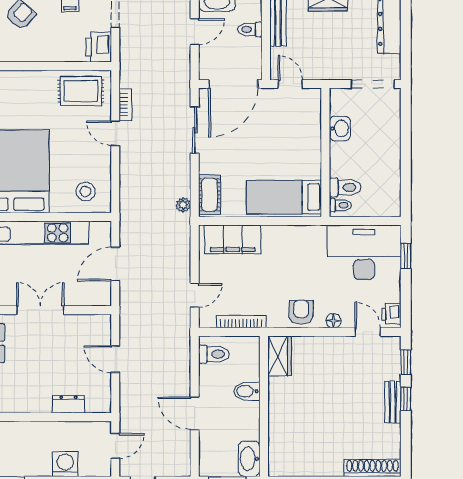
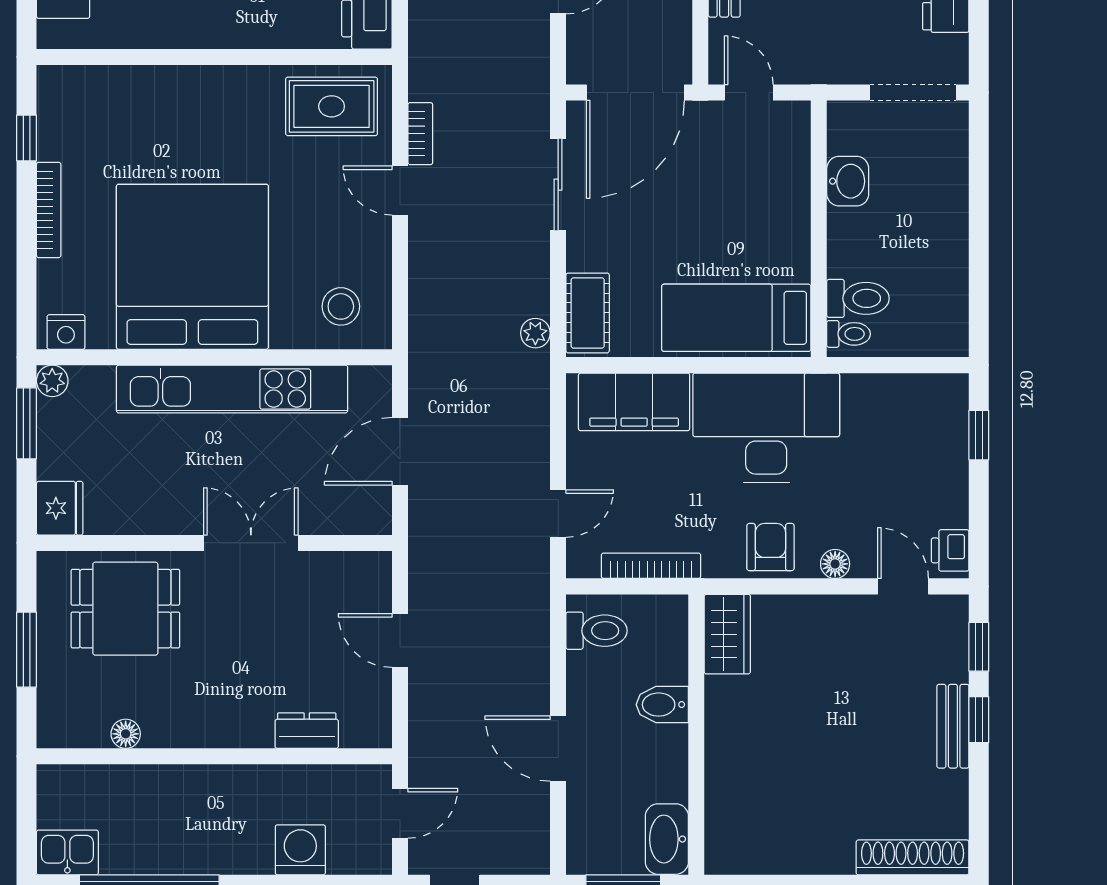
desk: (364, 252) -> (766, 428), moved

